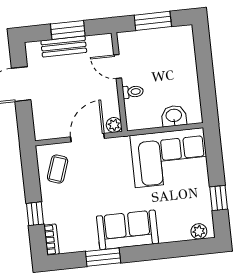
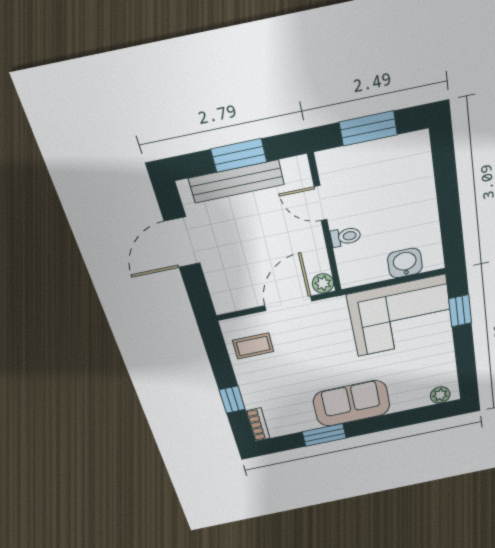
bench: (64, 46) -> (237, 181), width x1.36
coffee table: (58, 169) -> (253, 346), turned 71
window: (219, 198) -> (460, 311), moved

